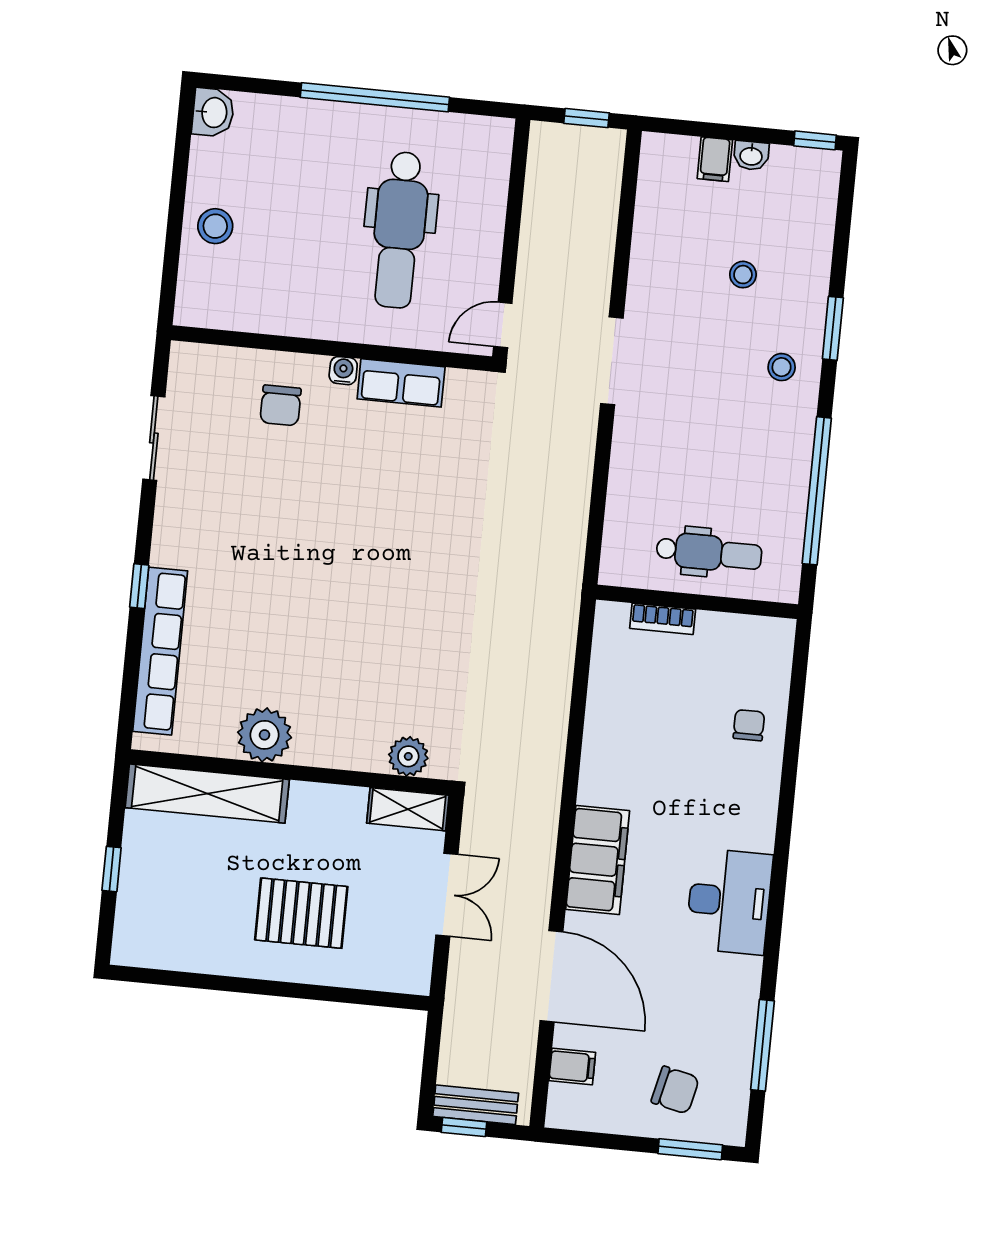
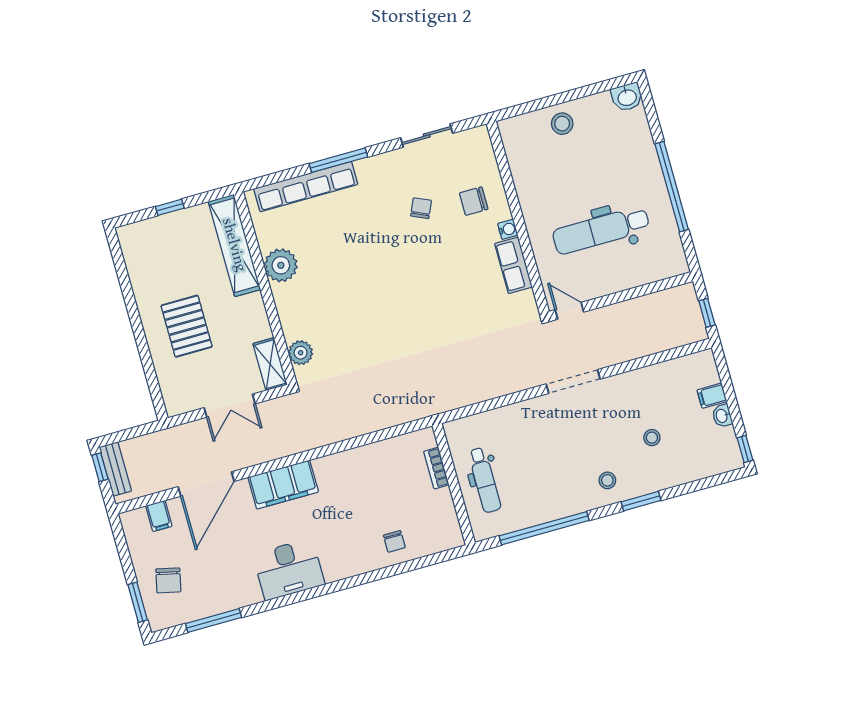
chair: (260, 489) -> (421, 208), added
window: (139, 586) -> (338, 160), width x2.17
chair: (749, 725) -> (394, 541), turned 90

